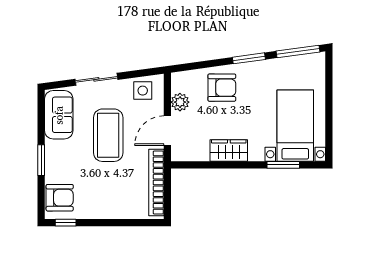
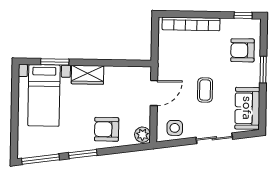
plant: (180, 102) -> (142, 135), moved
coffee table: (108, 135) -> (205, 90), width x0.54, depth x0.58
wardrobe: (229, 150) -> (88, 75), moved
bookcase: (156, 183) -> (191, 24), moved, turned 90
armchair: (60, 198) -> (242, 50), moved

